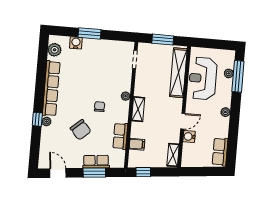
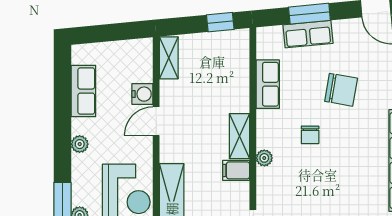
chair: (81, 130) -> (341, 90), turned 141
filing cabinet: (137, 144) -> (236, 170), moved
row of seats: (220, 152) -> (83, 91), moved

